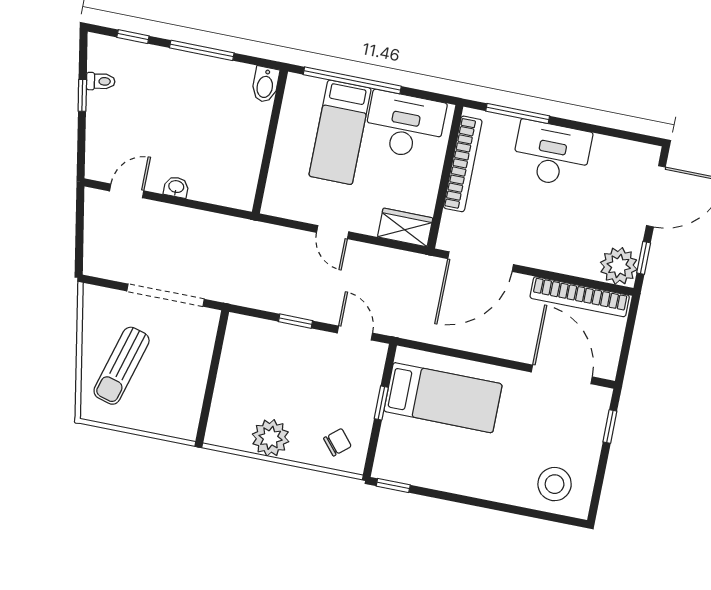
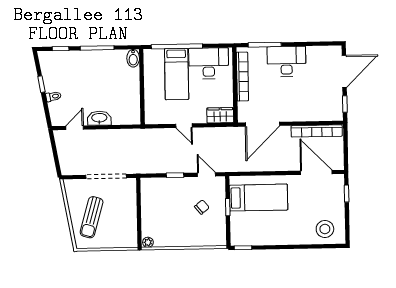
toilet: (101, 81) -> (53, 96), moved
washbasin: (176, 187) -> (99, 118), width x1.91, depth x1.45
plant: (619, 266) -> (333, 111), removed
plant: (271, 438) -> (148, 242), moved, width x0.53, depth x0.53
chair: (337, 442) -> (202, 207), moved

